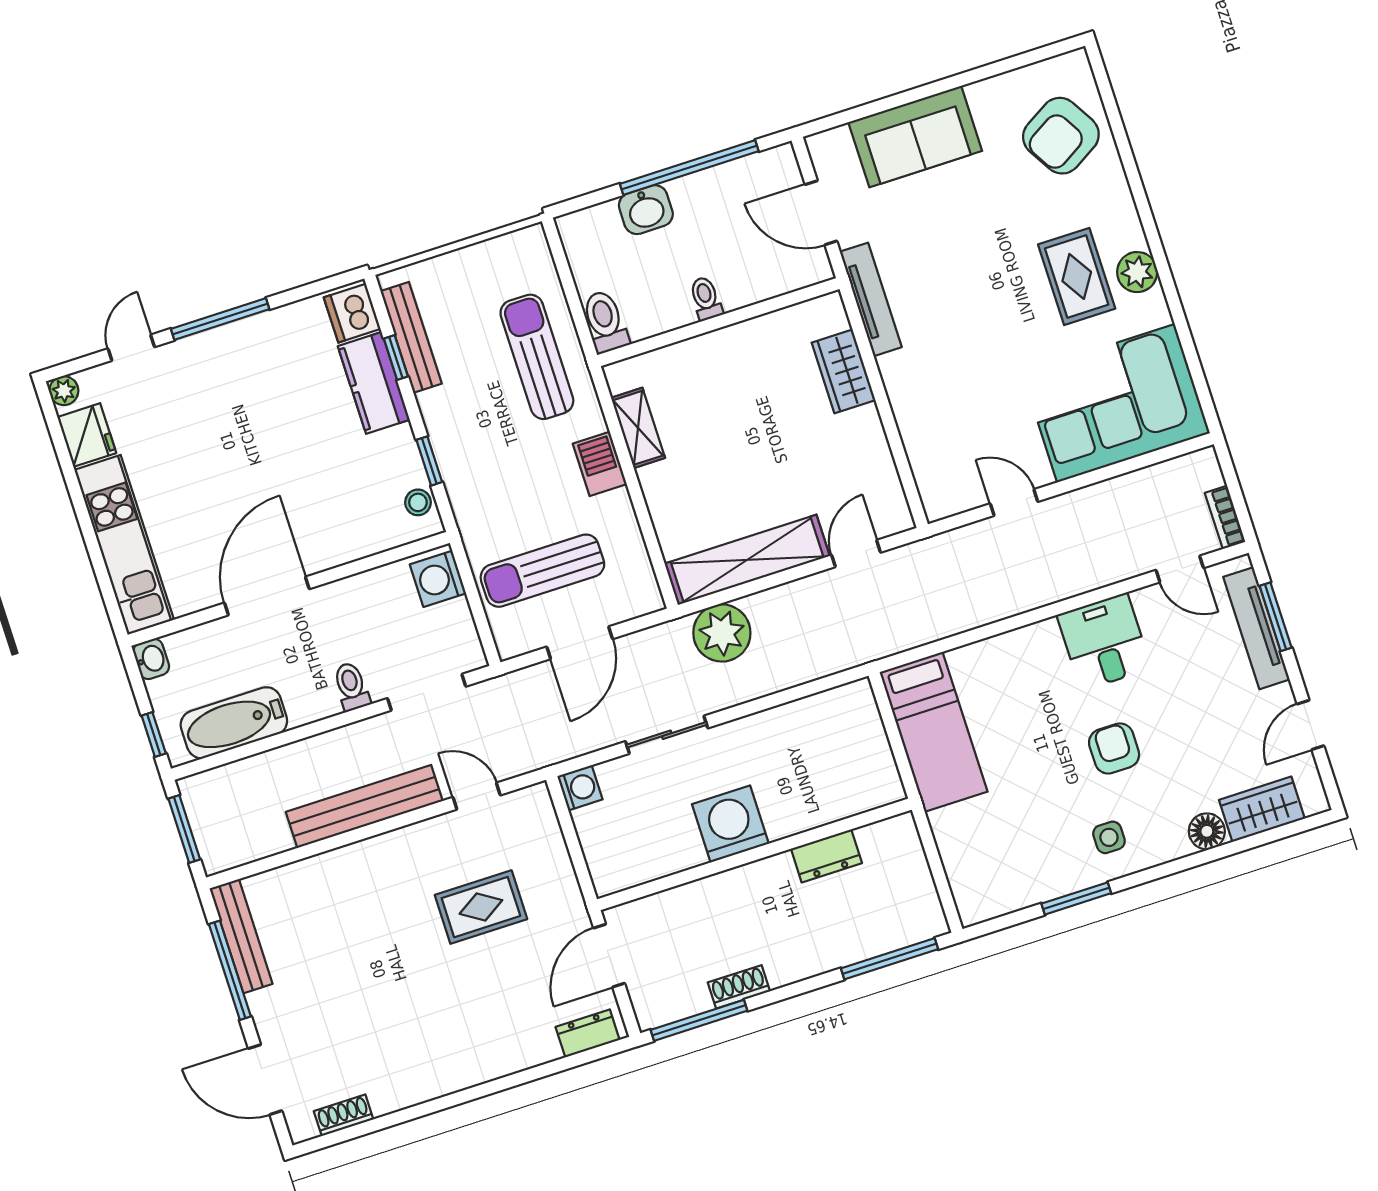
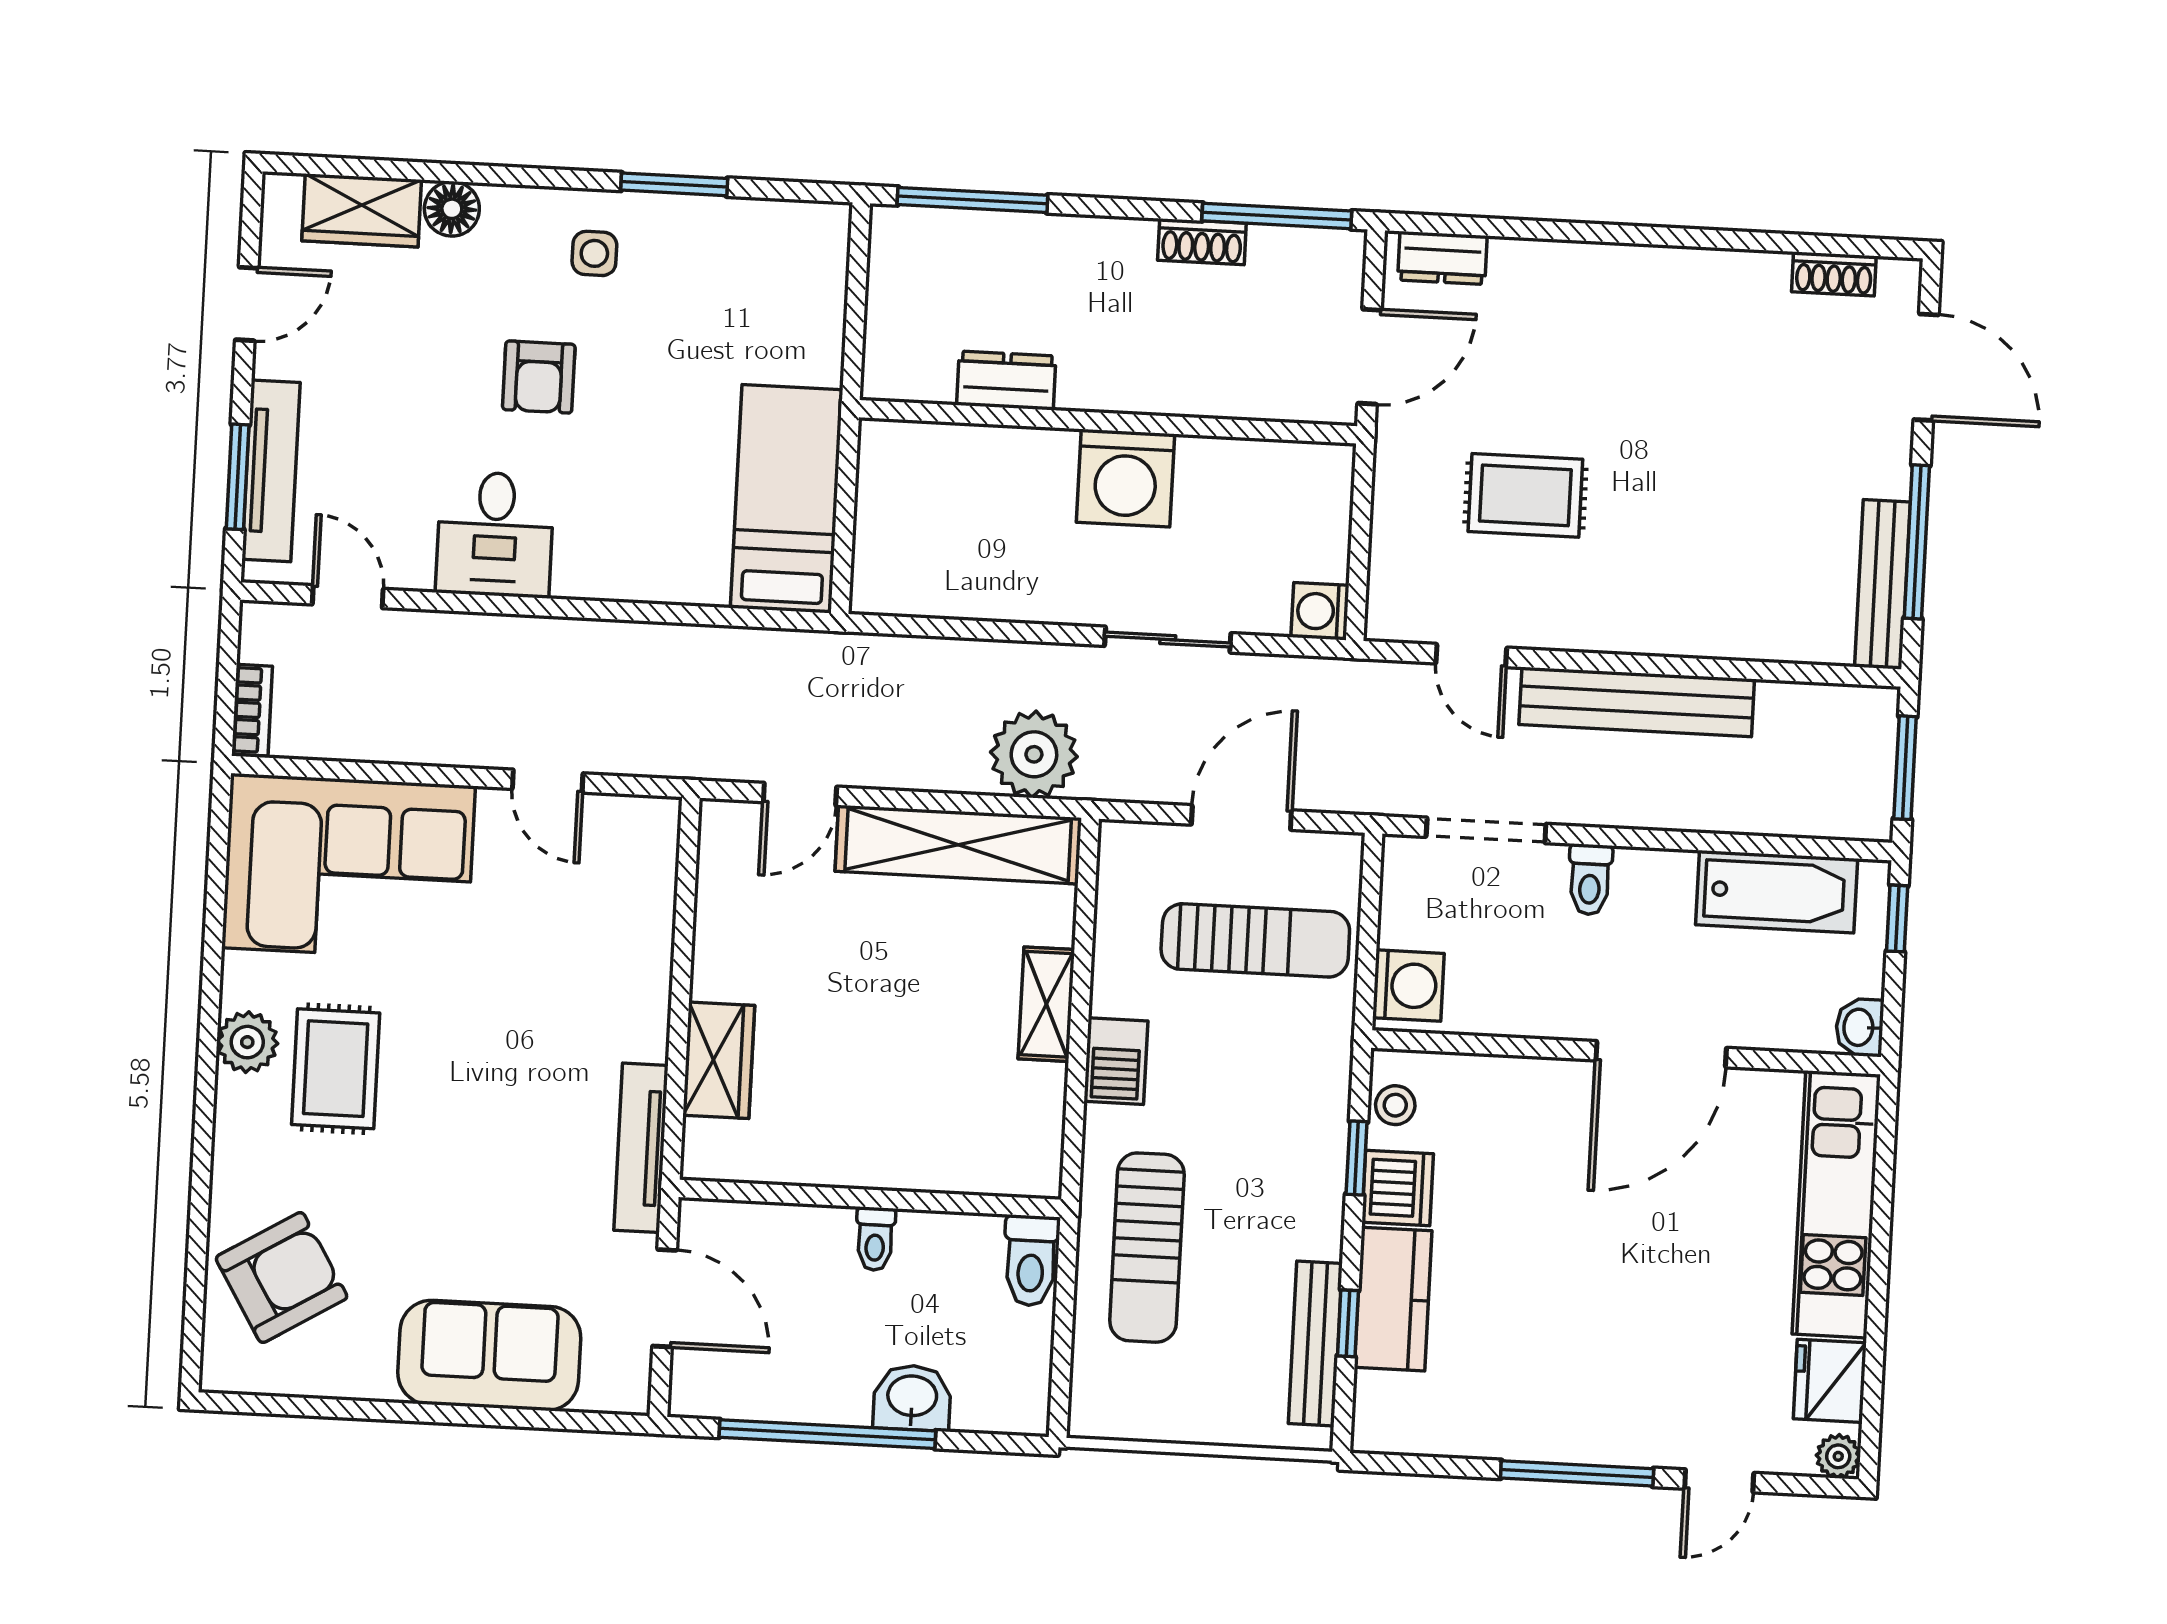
dishwasher: (352, 313) -> (1398, 1188), moved
shelving: (638, 428) -> (1046, 1004), moved
bookcase: (1225, 517) -> (252, 710), moved

